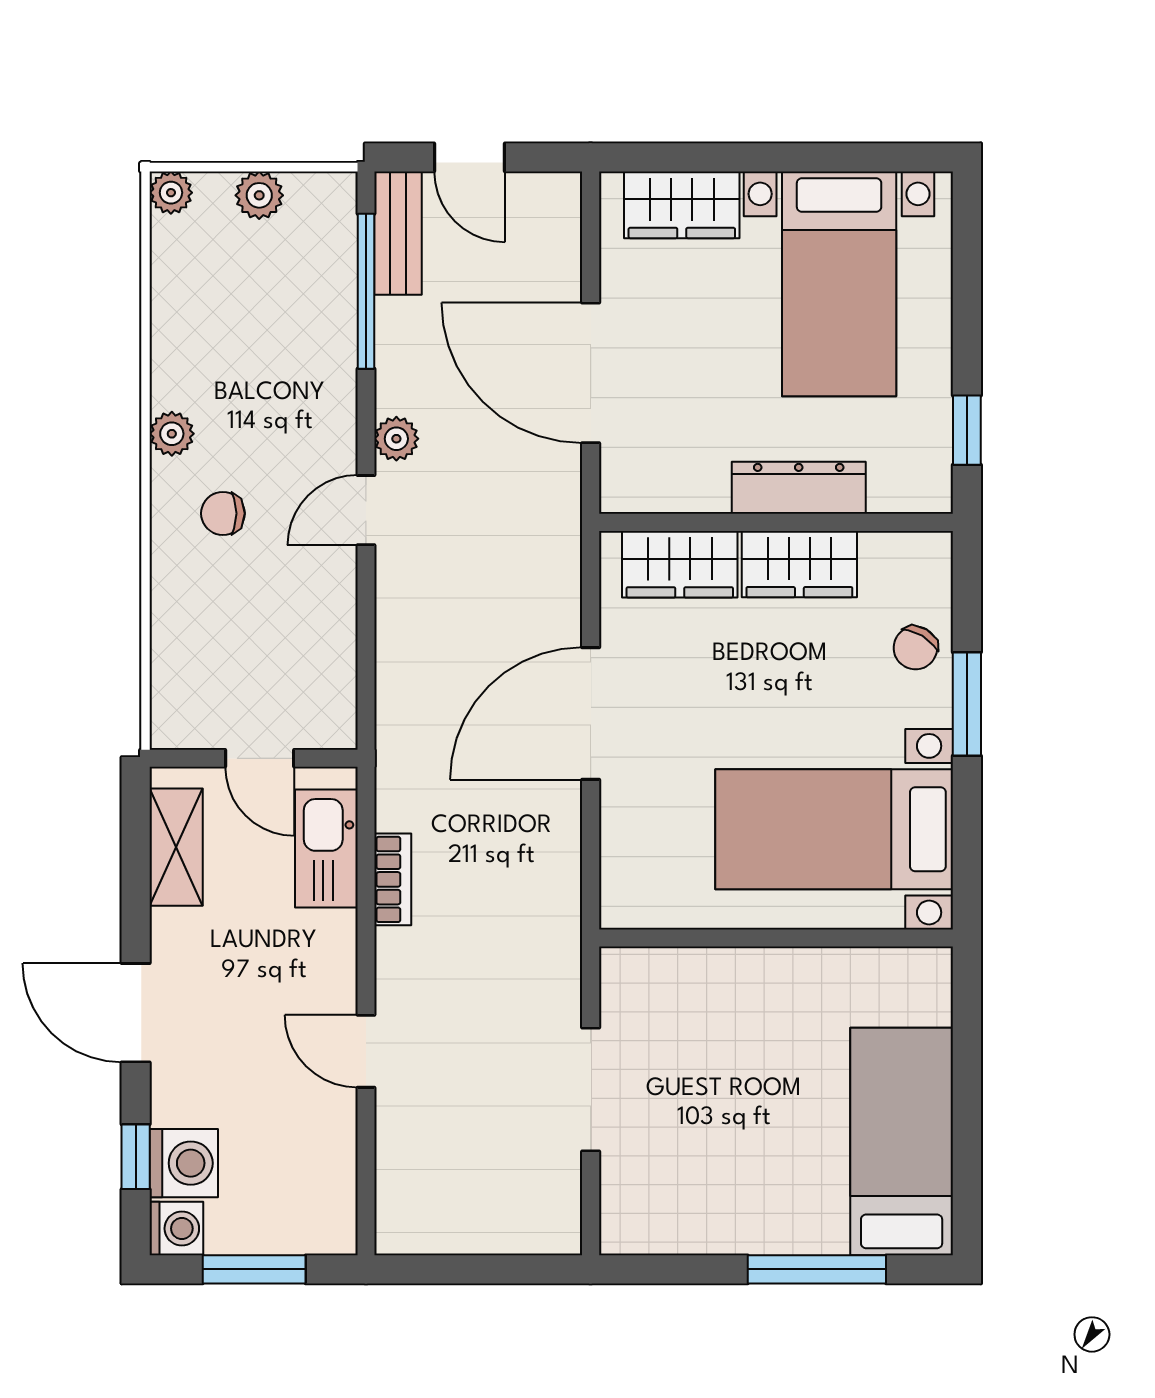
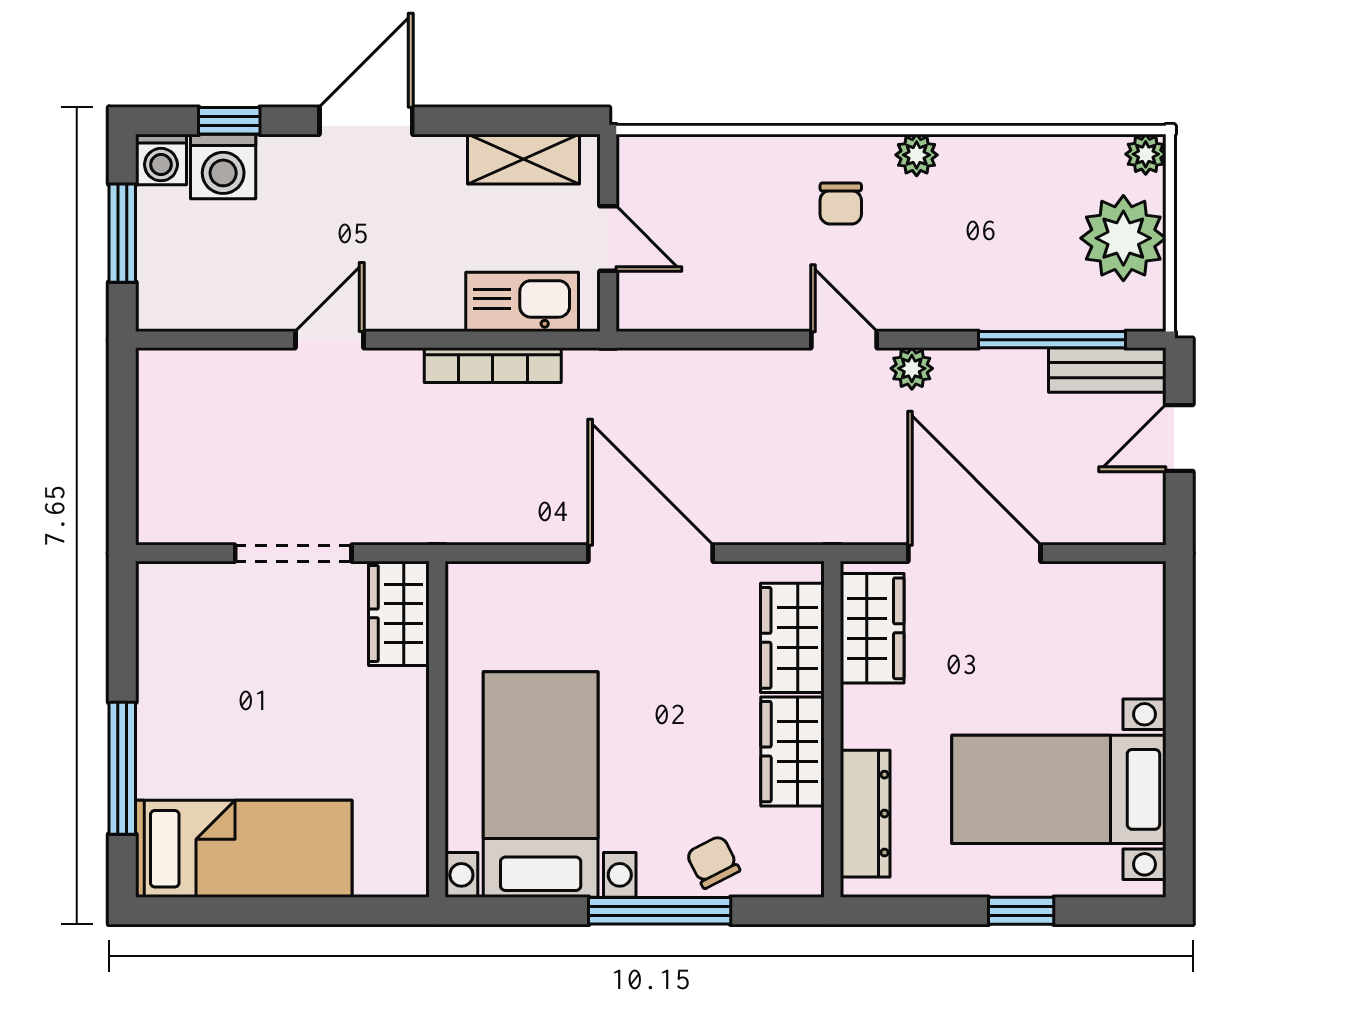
plant: (259, 195) -> (1123, 238), width x1.87, depth x1.87
wardrobe: (682, 205) -> (872, 628), moved, turned 180
door: (591, 373) -> (974, 553), hinge flipped
window: (967, 430) -> (1021, 911), moved
dresser: (799, 488) -> (865, 814), moved
chair: (223, 513) -> (841, 204), turned 180
chair: (915, 648) -> (713, 862), turned 32
window: (967, 704) -> (660, 911), width x1.44
door: (260, 758) -> (608, 239), swing flipped
bookcase: (393, 879) -> (493, 365), width x1.56
wardrobe: (654, 978) -> (399, 613), added

